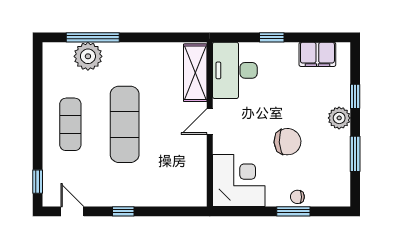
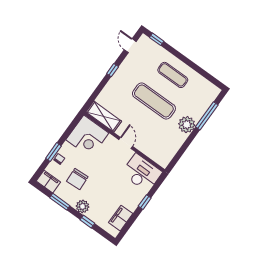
plant: (88, 56) -> (187, 125), moved
shelving: (195, 73) -> (104, 117), moved
chair: (287, 142) -> (77, 179), moved
filing cabinet: (339, 189) -> (48, 182), added
door: (72, 211) -> (130, 46), swing flipped

